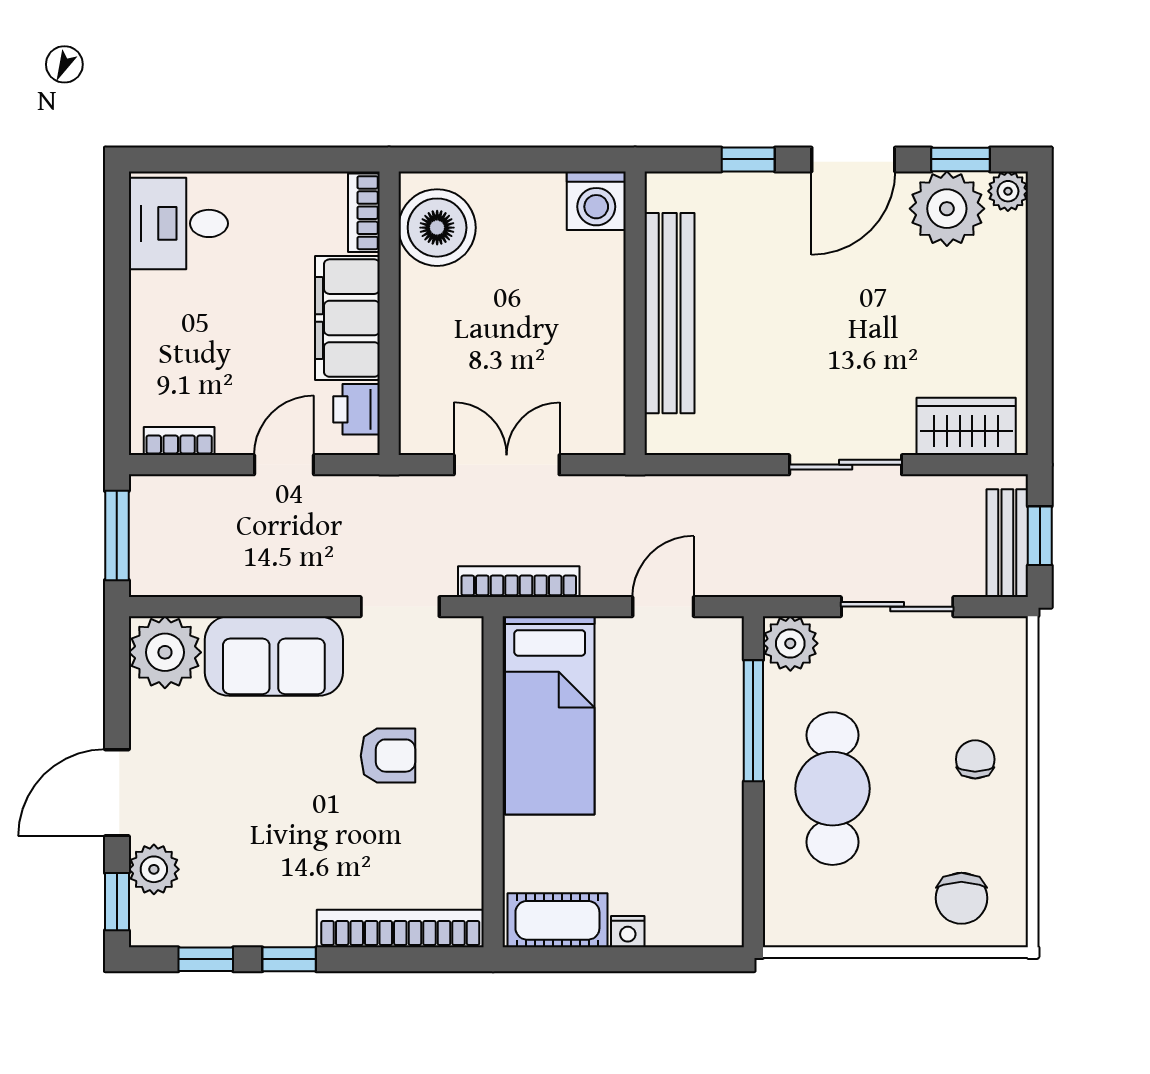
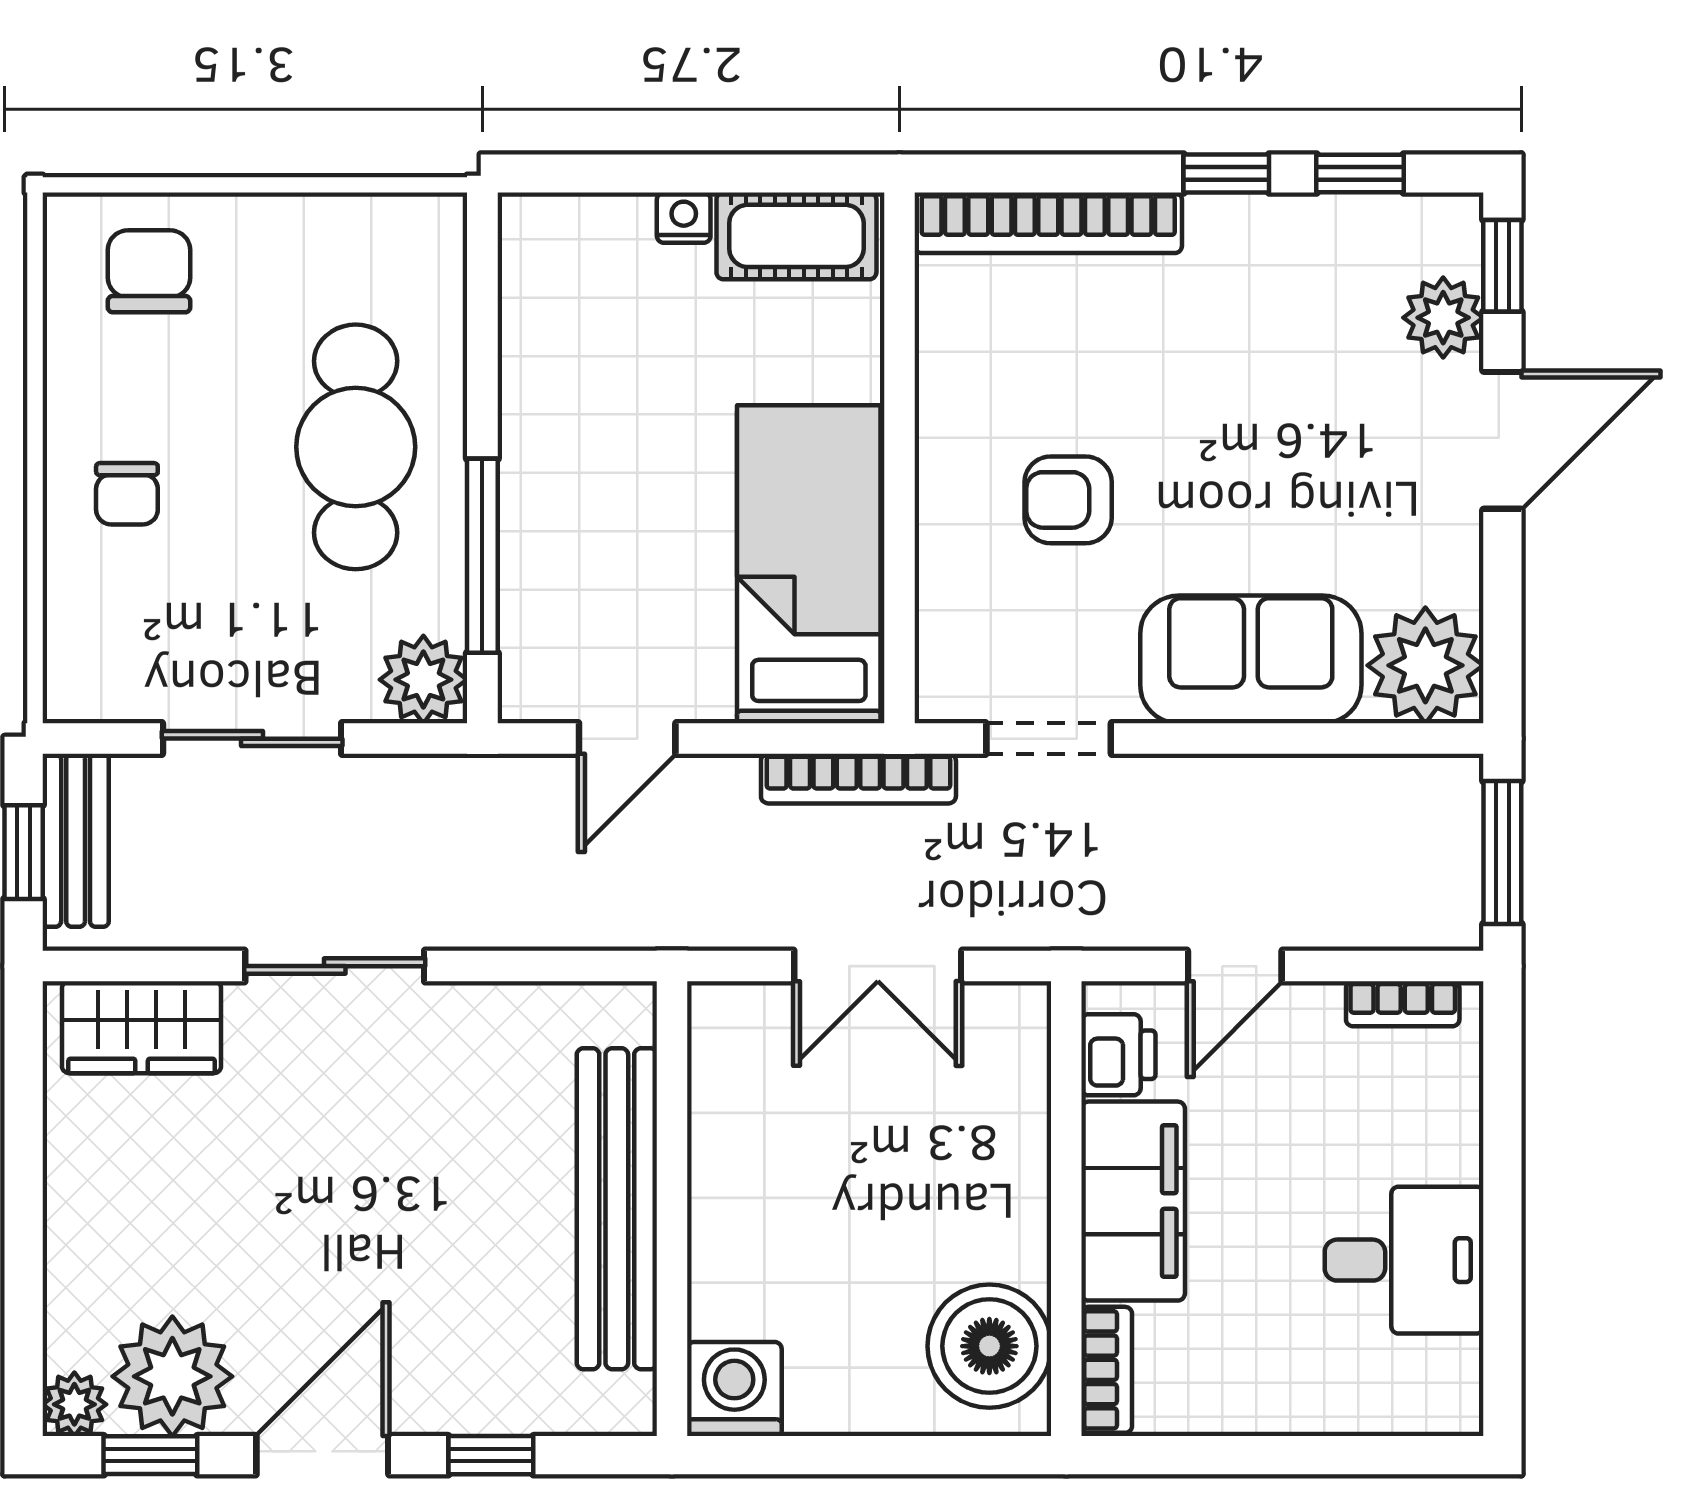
desk: (178, 223) -> (1404, 1260), moved

